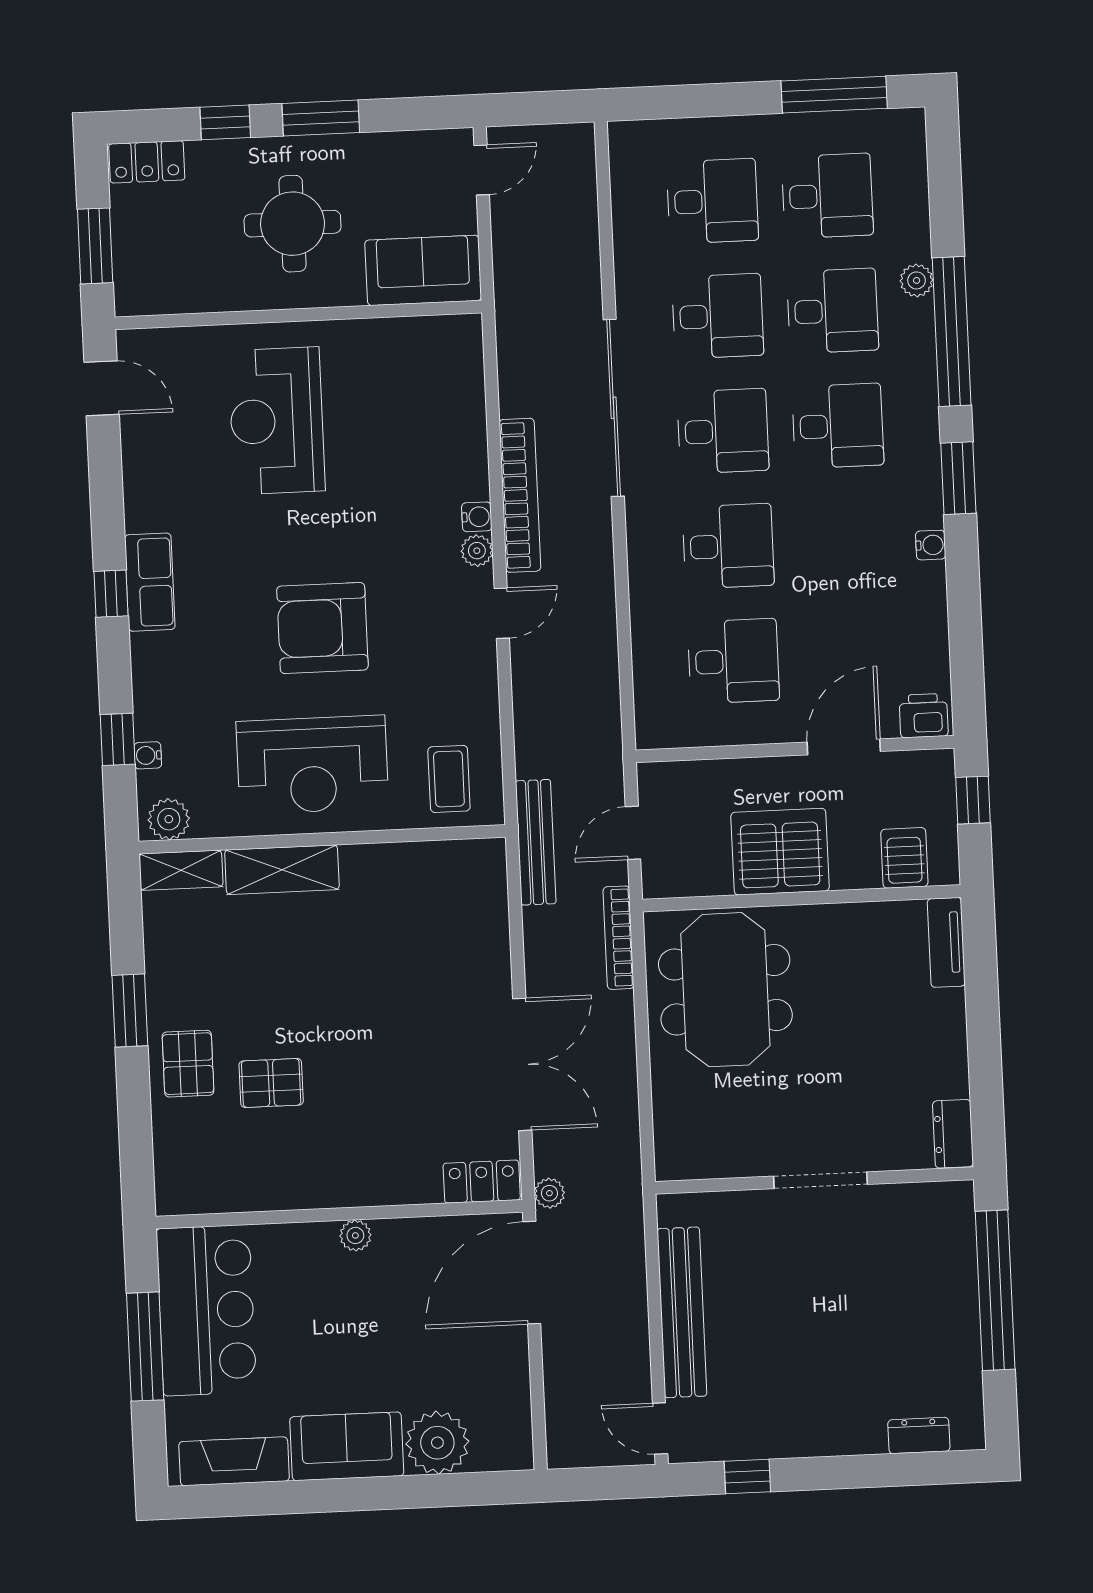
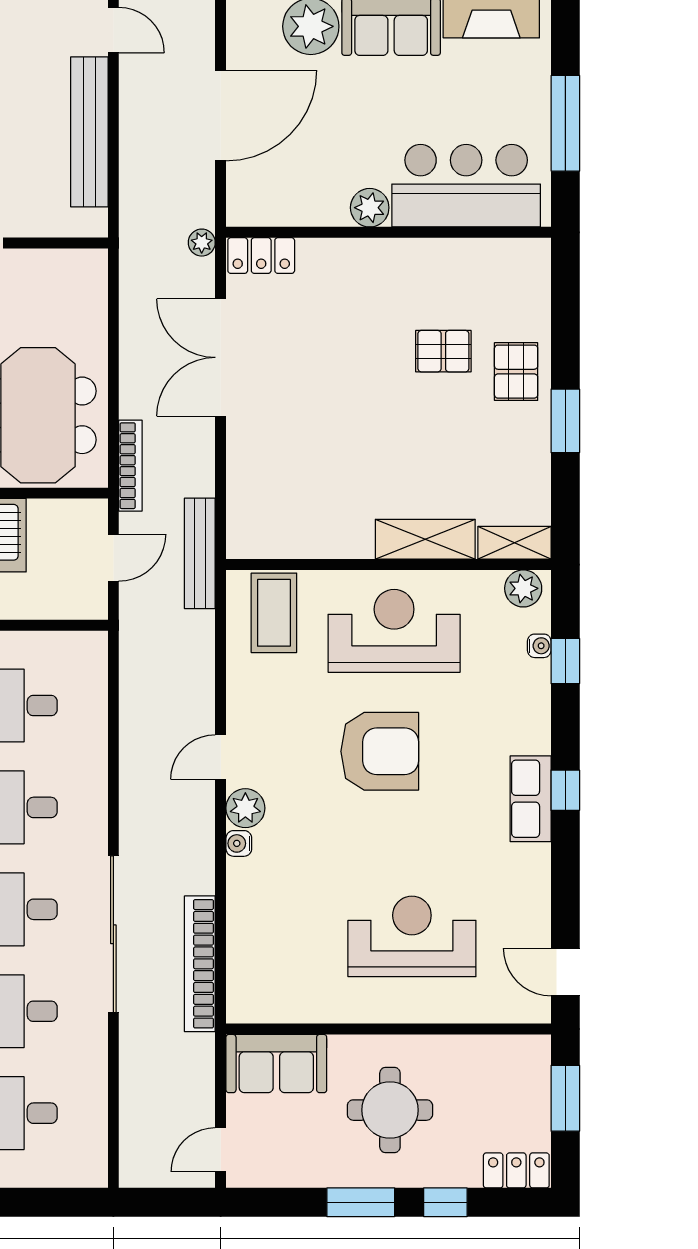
reception desk: (277, 421) -> (412, 936), turned -90
bookcase: (520, 495) -> (200, 964), moved
plant: (477, 551) -> (245, 808), width x1.38, depth x1.38
coffee table: (449, 779) -> (274, 613), width x1.36, depth x1.30
plant: (355, 1235) -> (370, 208), width x1.38, depth x1.38
door: (532, 1273) -> (221, 116), moved
bar counter: (206, 1310) -> (466, 186), moved, turned 90

